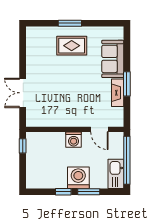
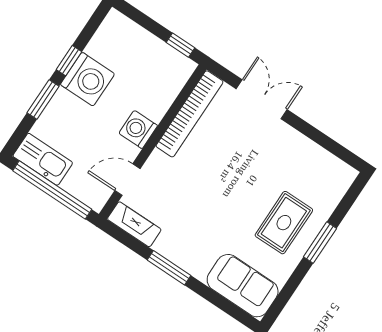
sofa: (113, 59) -> (243, 286), moved
fireplace: (118, 93) -> (134, 224), moved
bookcase: (51, 121) -> (190, 114), added
washing machine: (78, 178) -> (87, 79), moved

